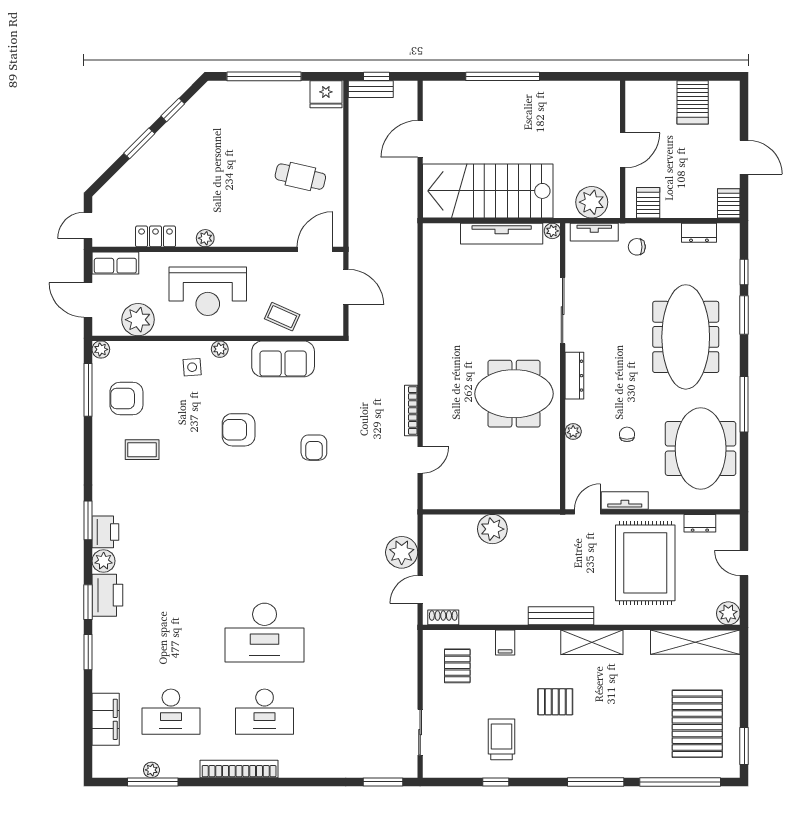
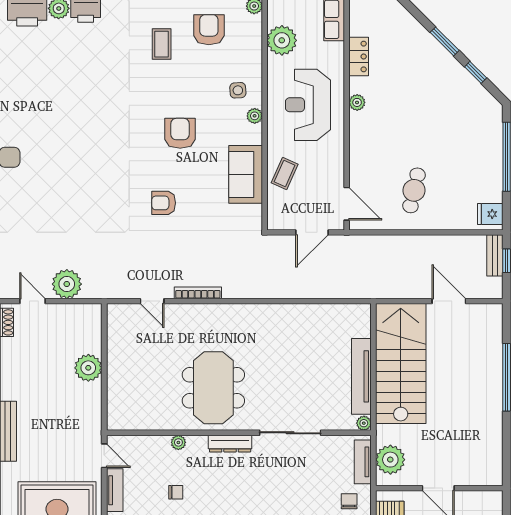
fridge: (326, 94) -> (490, 214), width x0.72

